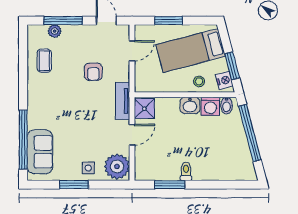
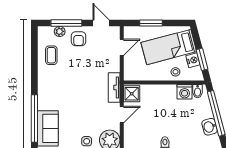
armchair: (93, 72) -> (79, 39), moved
nightstand: (224, 80) -> (193, 60), moved
washbasin: (190, 105) -> (210, 127), moved, turned 75

